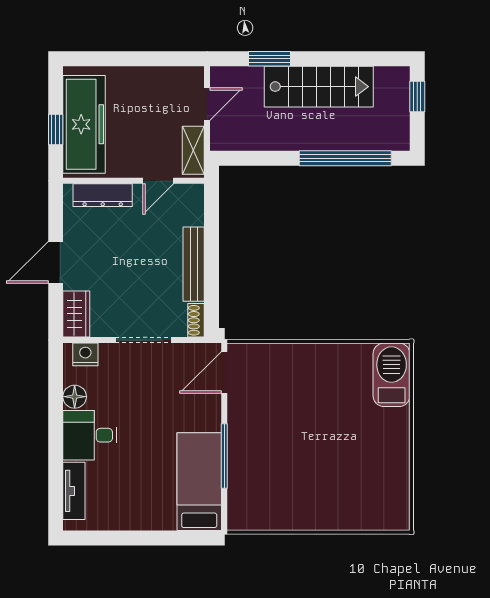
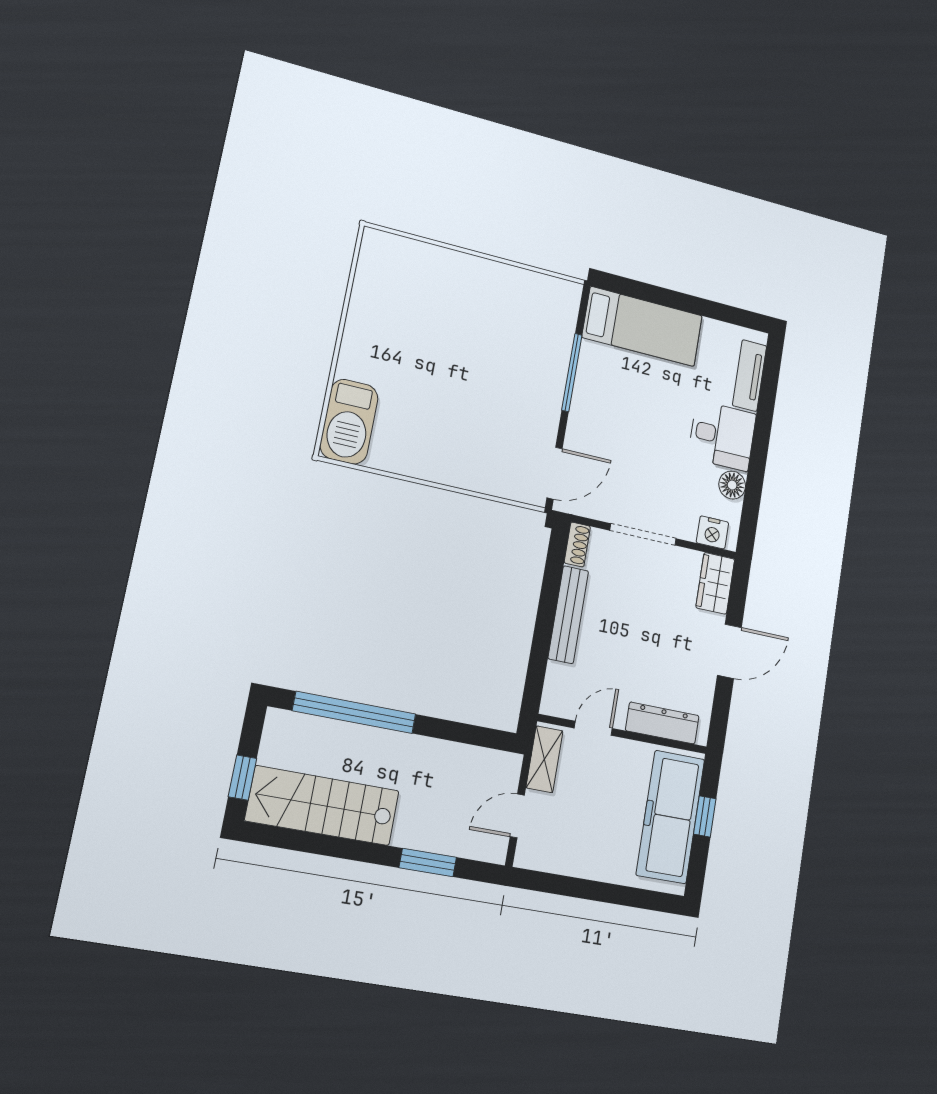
stairs: (319, 87) -> (322, 806), moved
bed: (199, 482) -> (642, 326), moved, turned -90

